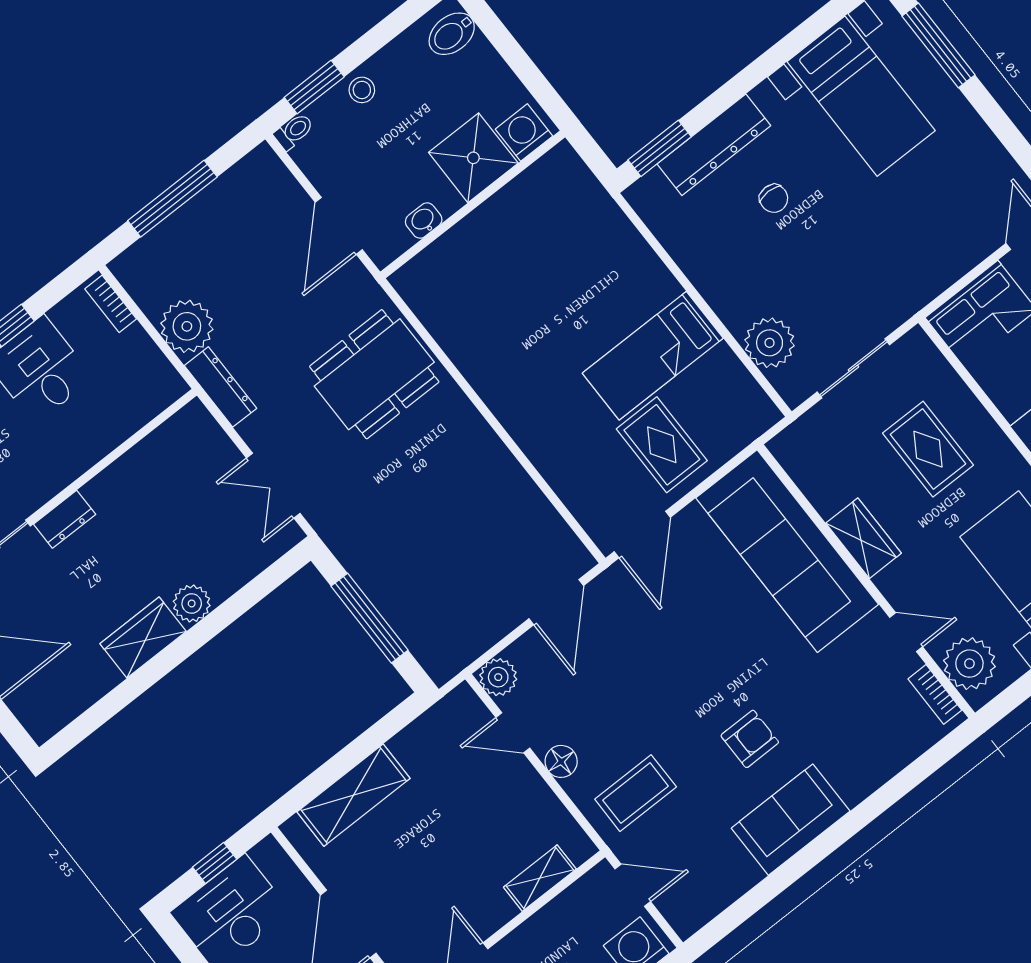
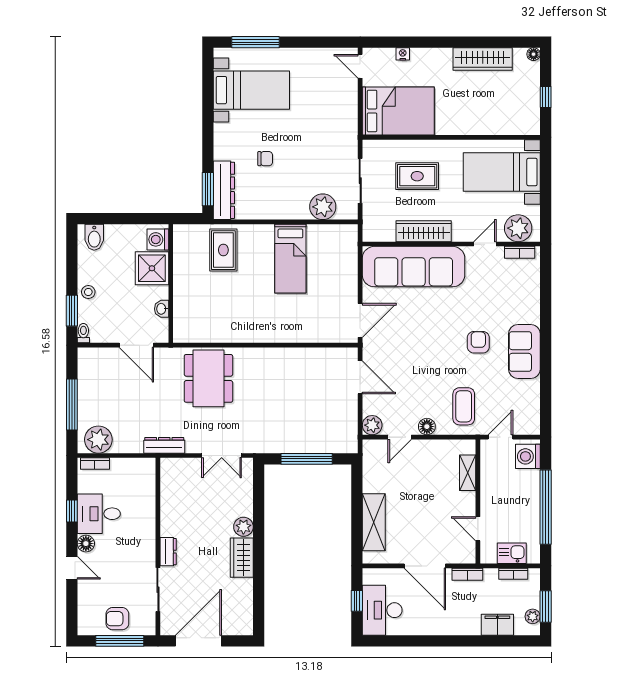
dresser: (714, 145) -> (224, 190), moved
plant: (187, 326) -> (98, 440), moved
rug: (662, 445) -> (223, 250), moved, turned 90
door: (642, 534) -> (360, 320), hinge flipped
wardrobe: (864, 538) -> (424, 231), width x1.50

